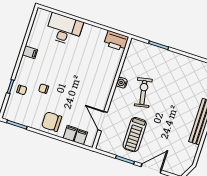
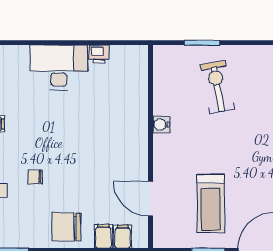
desk: (64, 29) -> (59, 67), moved
printer: (116, 41) -> (99, 54), moved, width x0.53, depth x0.68
exercise bike: (143, 93) -> (217, 87), moved

